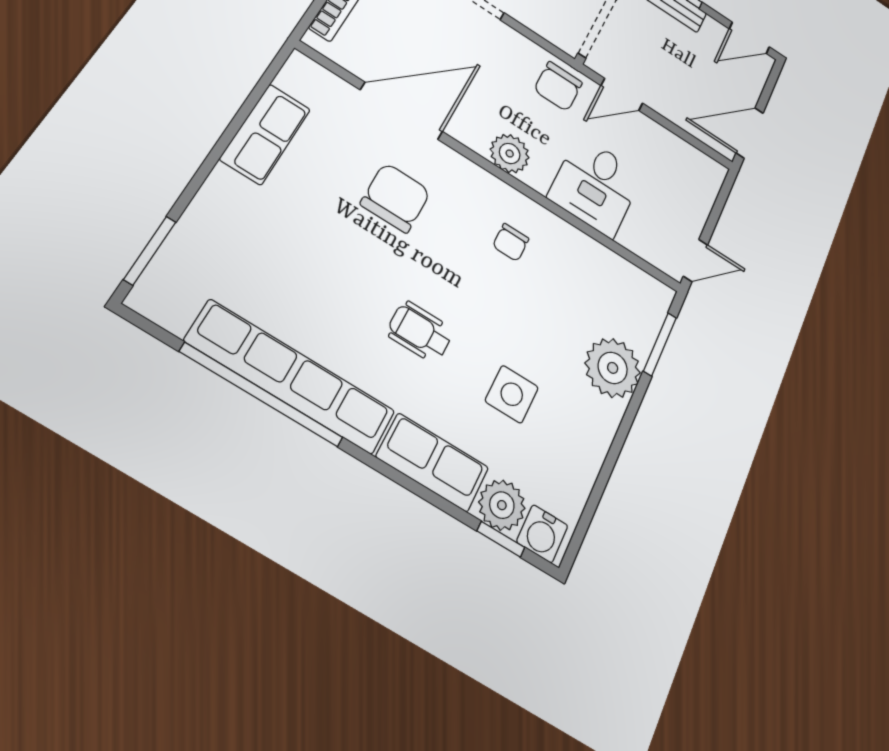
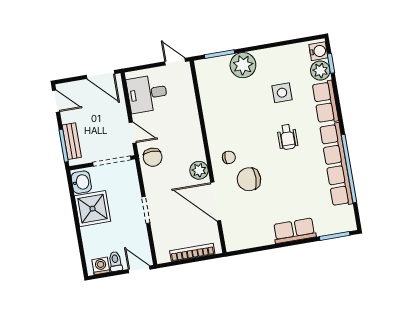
chair: (558, 86) -> (153, 157), turned 90
row of seats: (265, 134) -> (294, 231), moved
plant: (510, 153) -> (199, 170), moved
desk: (595, 186) -> (147, 94), moved, turned 180
chair: (511, 242) -> (229, 157), moved

